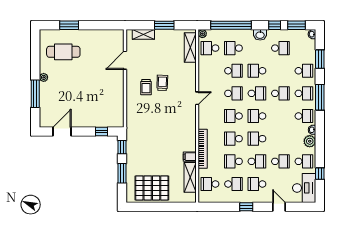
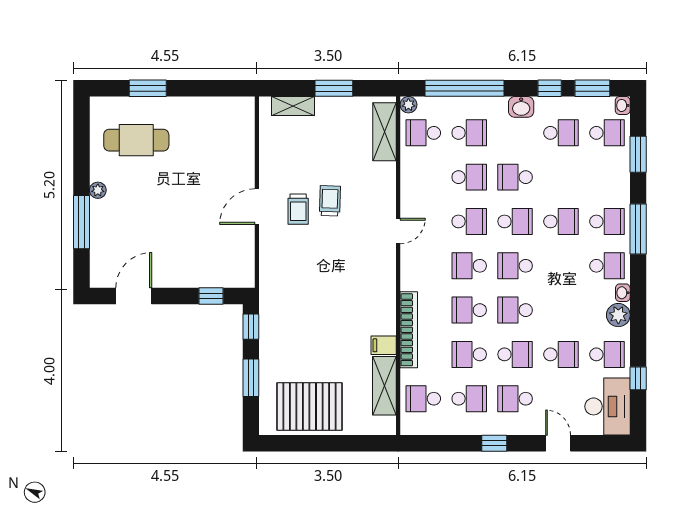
school desk: (233, 48) -> (469, 133), turned 180
door: (125, 60) -> (257, 207), moved
school desk: (304, 71) -> (607, 133), moved

